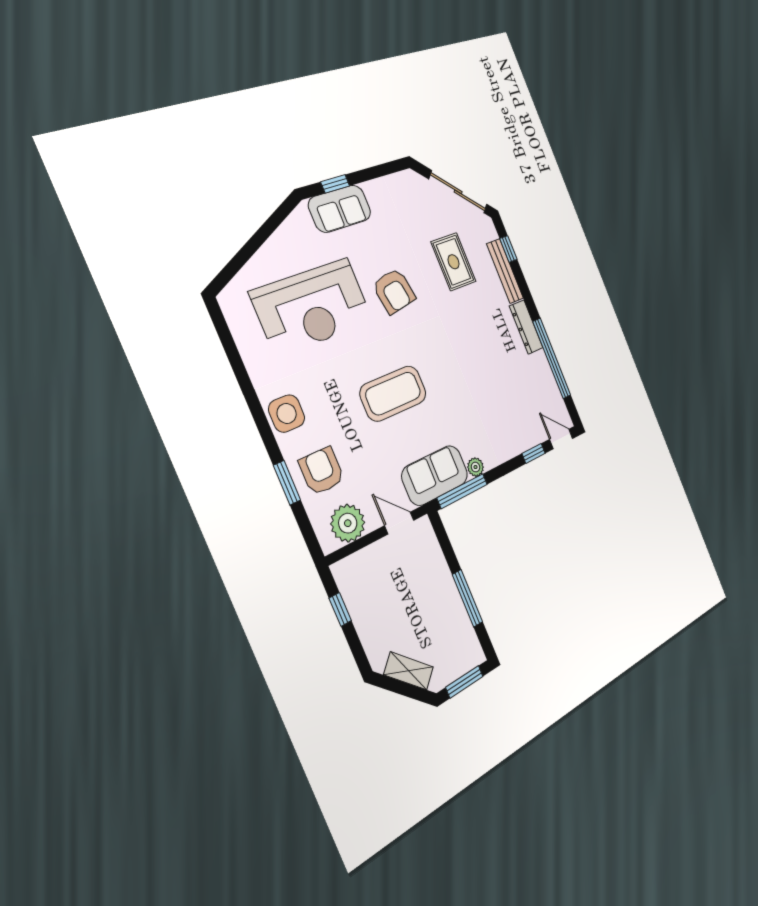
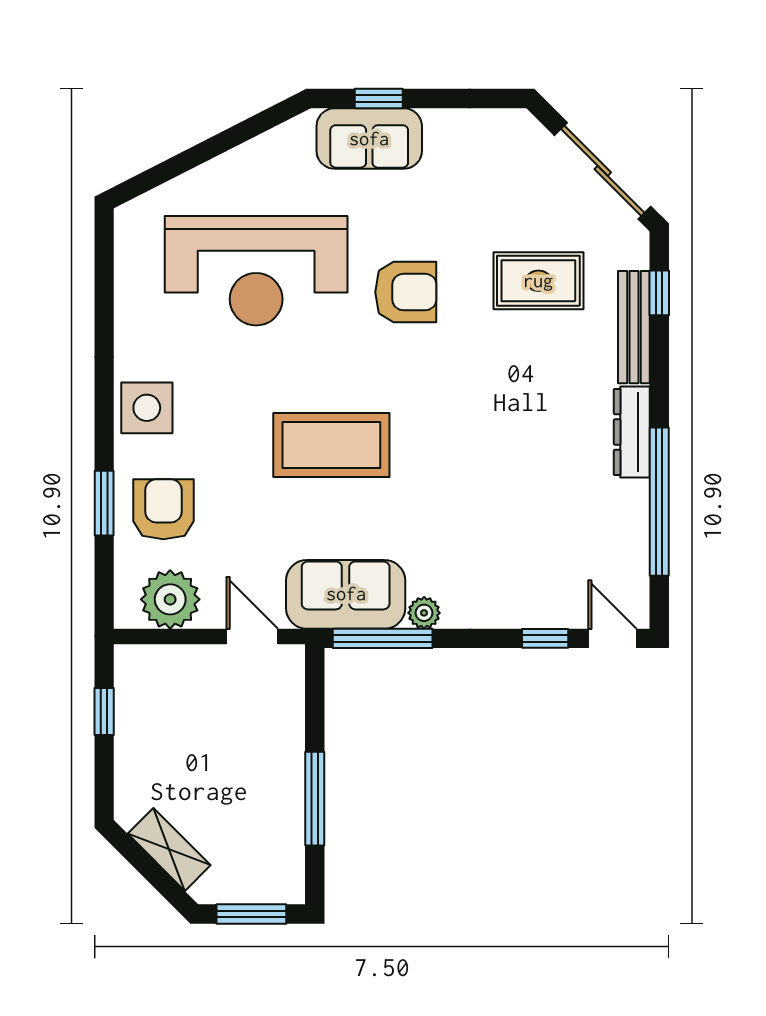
rug: (454, 262) -> (538, 281), turned 90
armchair: (394, 291) -> (406, 292), turned -80

